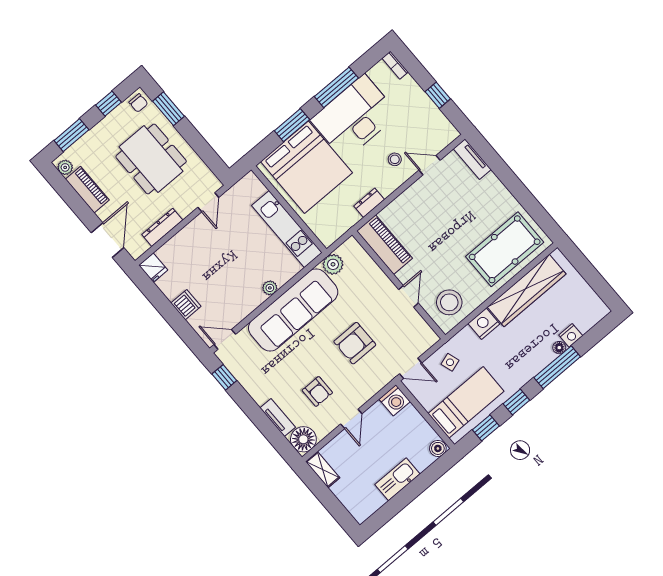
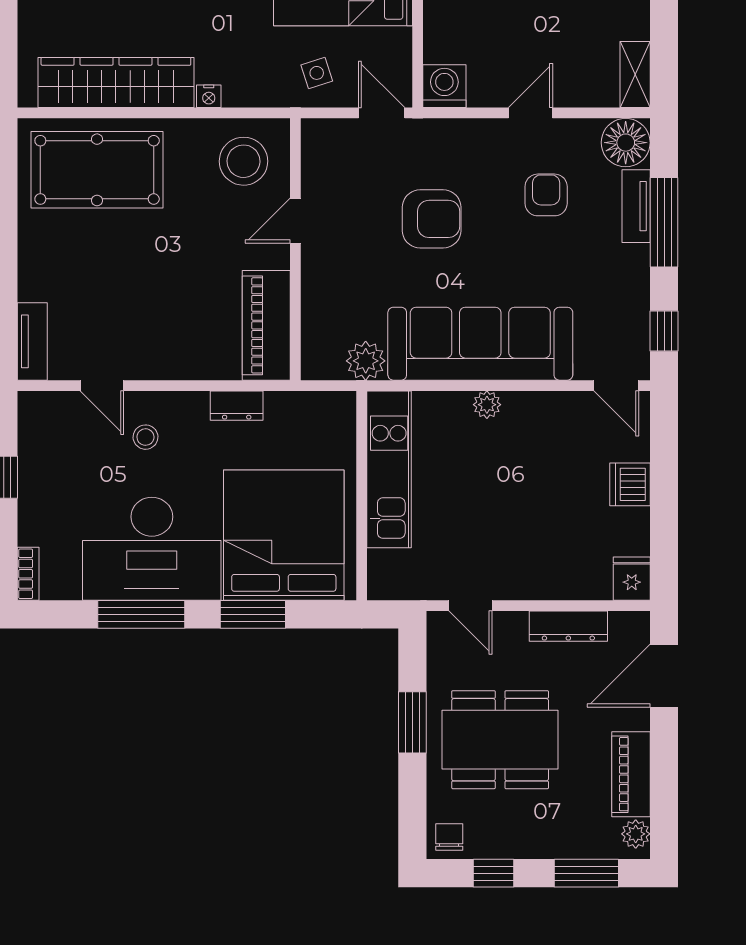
window: (169, 109) -> (412, 722), moved
dining table: (151, 159) -> (500, 740), turned 90
door: (208, 202) -> (470, 606), swing flipped
nightstand: (484, 324) -> (209, 96), width x0.53, depth x0.56
window: (261, 421) -> (664, 222), added

